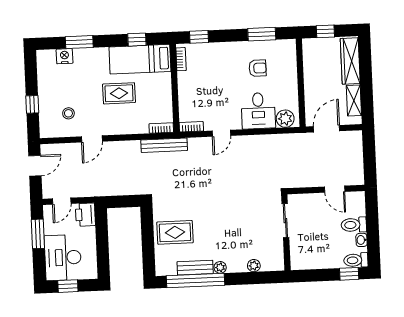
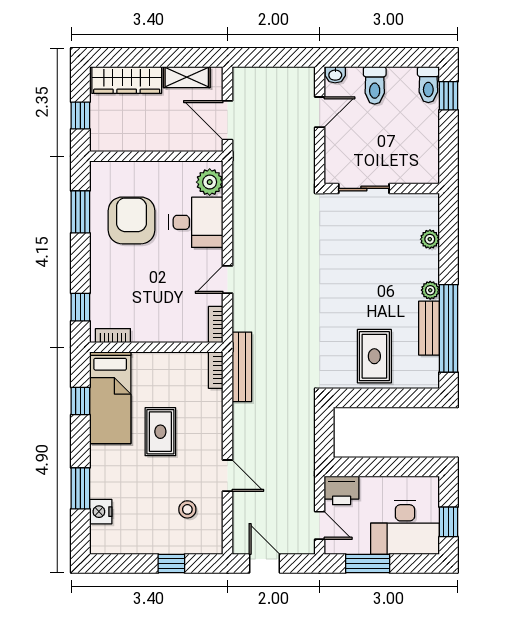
armchair: (258, 68) -> (131, 220), width x1.88, depth x1.88
door: (221, 133) -> (228, 279), swing flipped
washbasin: (362, 240) -> (335, 75), moved

